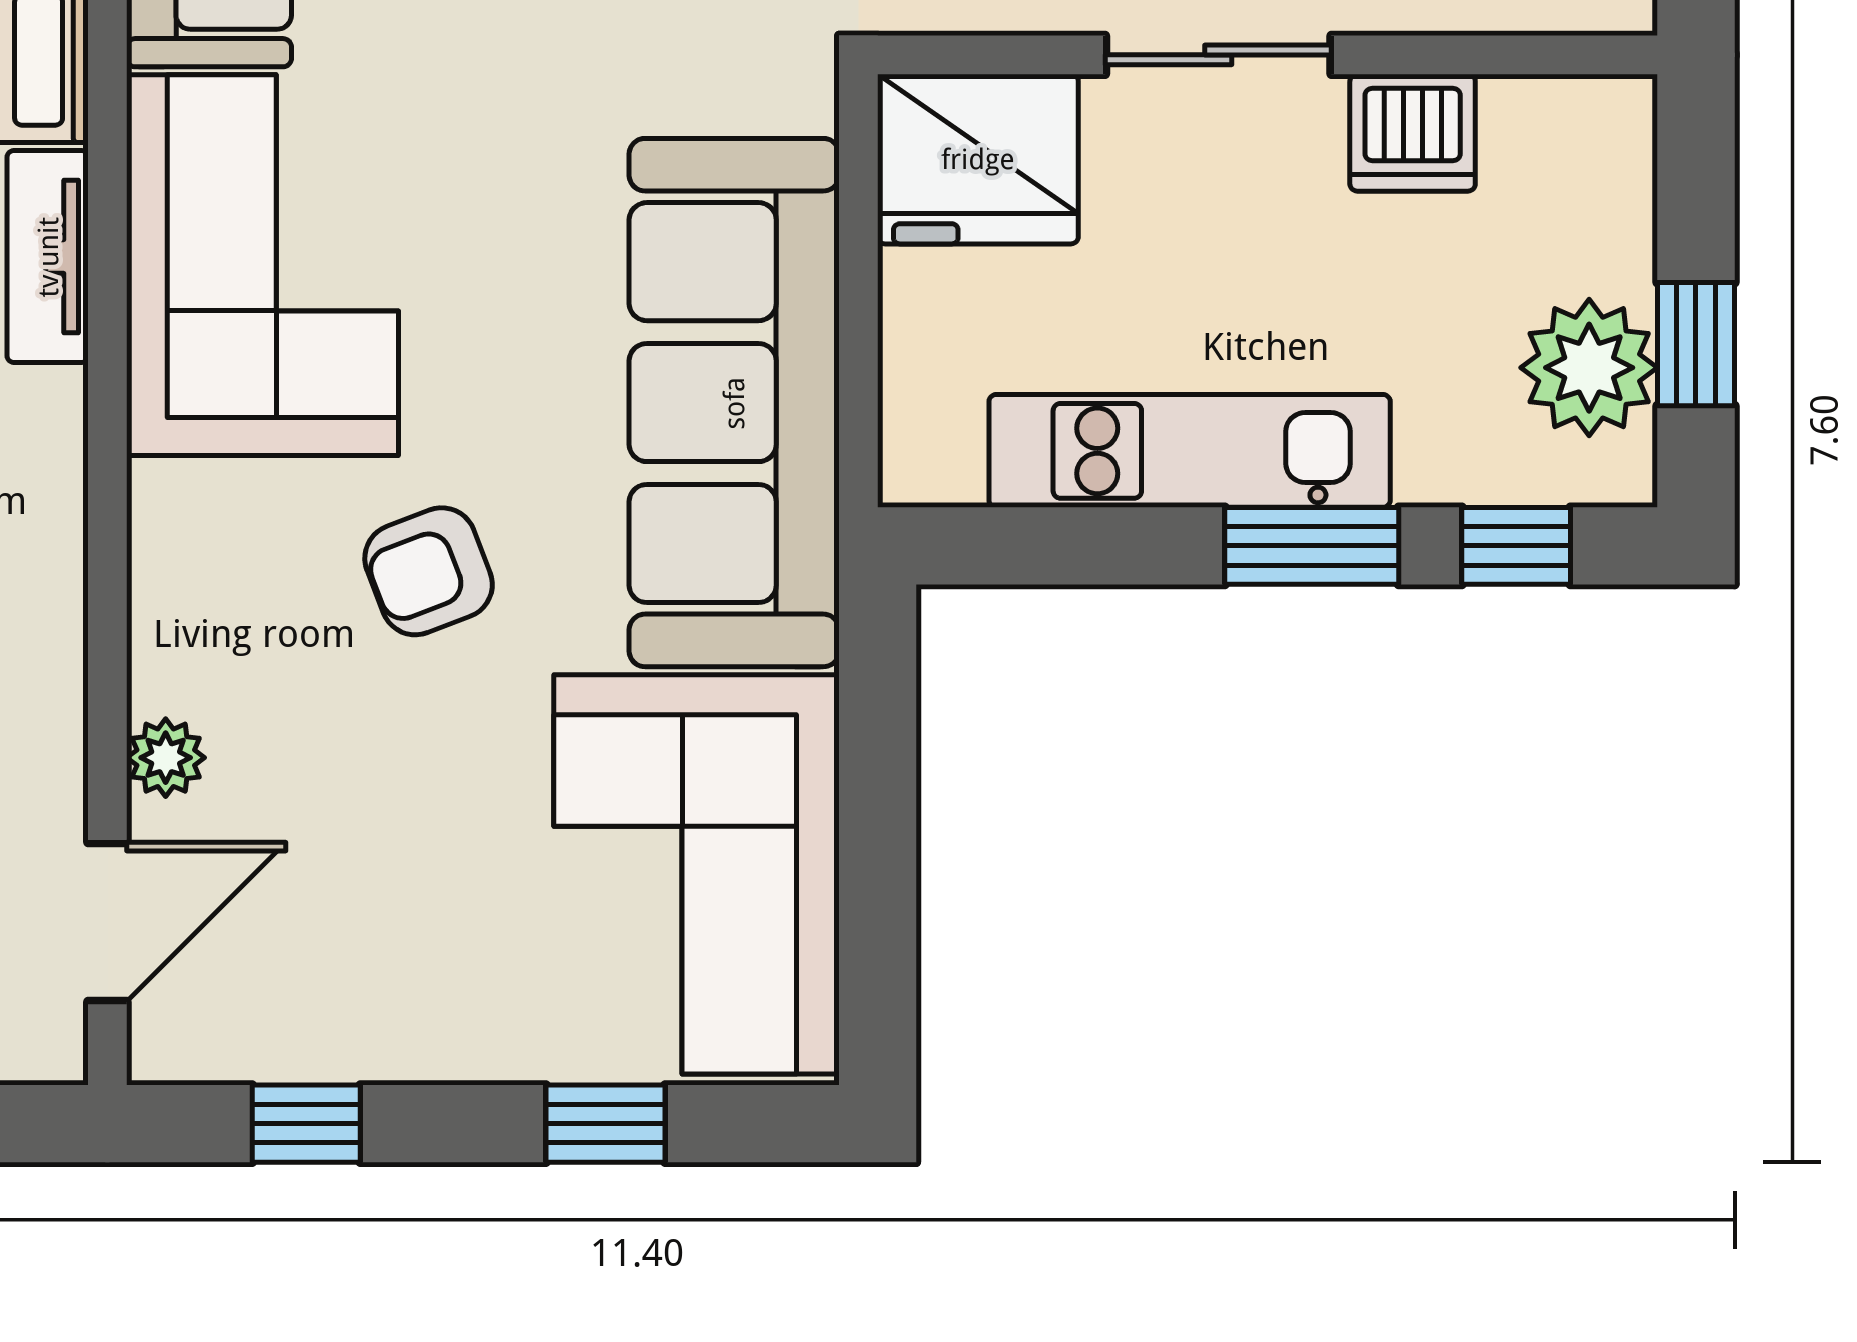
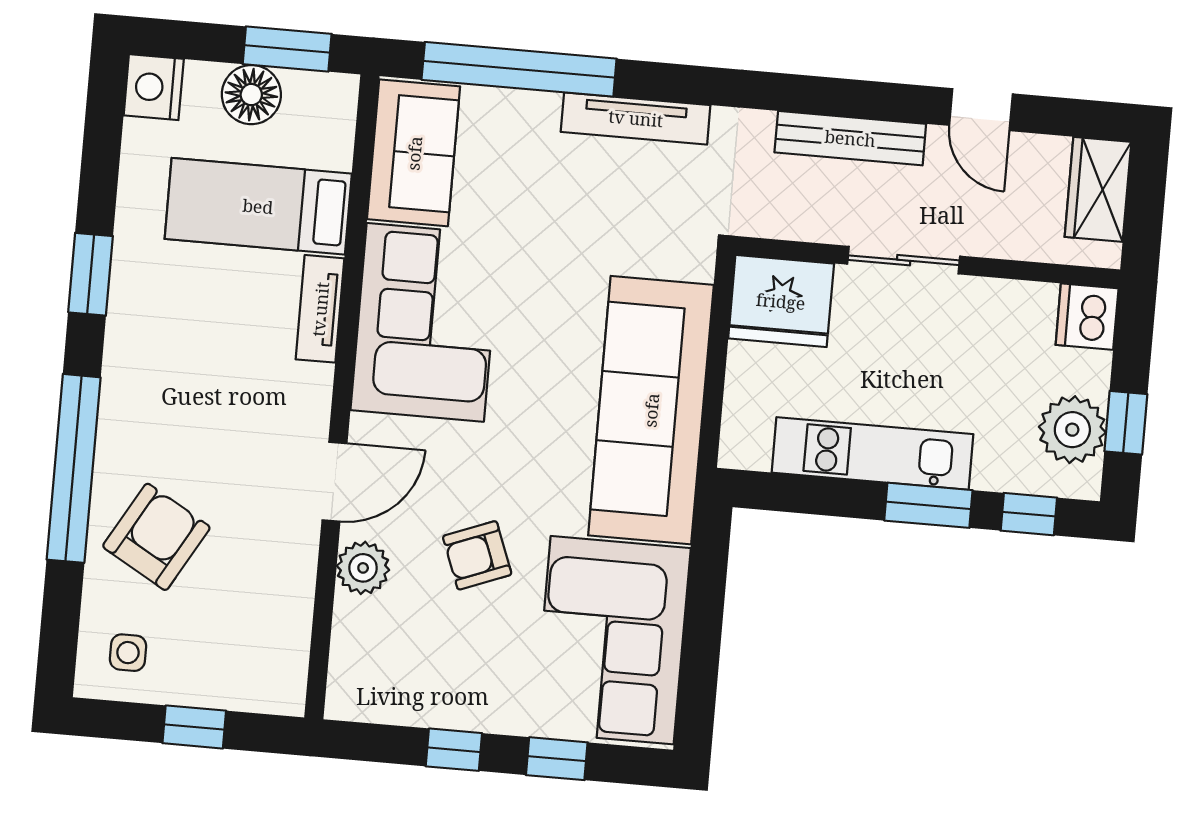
dishwasher: (1413, 133) -> (1087, 317), moved, turned 90
armchair: (429, 571) -> (477, 555), moved
plant: (166, 758) -> (363, 568), width x1.38, depth x1.38
door: (107, 922) -> (334, 482), moved
window: (306, 1124) -> (454, 750), moved

